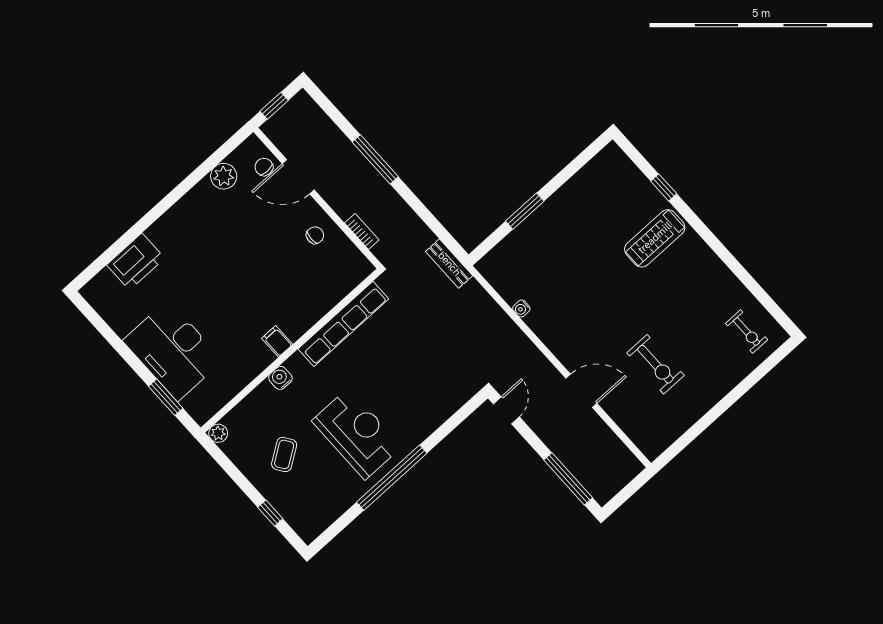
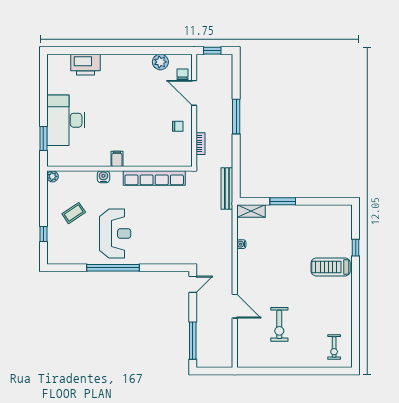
shelving: (497, 258) -> (251, 211), added
bench: (449, 264) -> (227, 189), width x1.36

